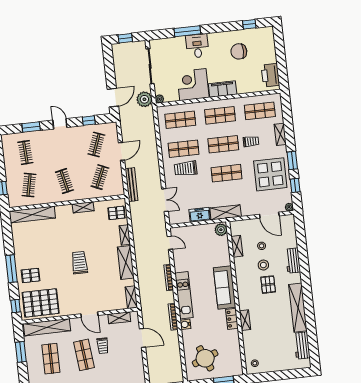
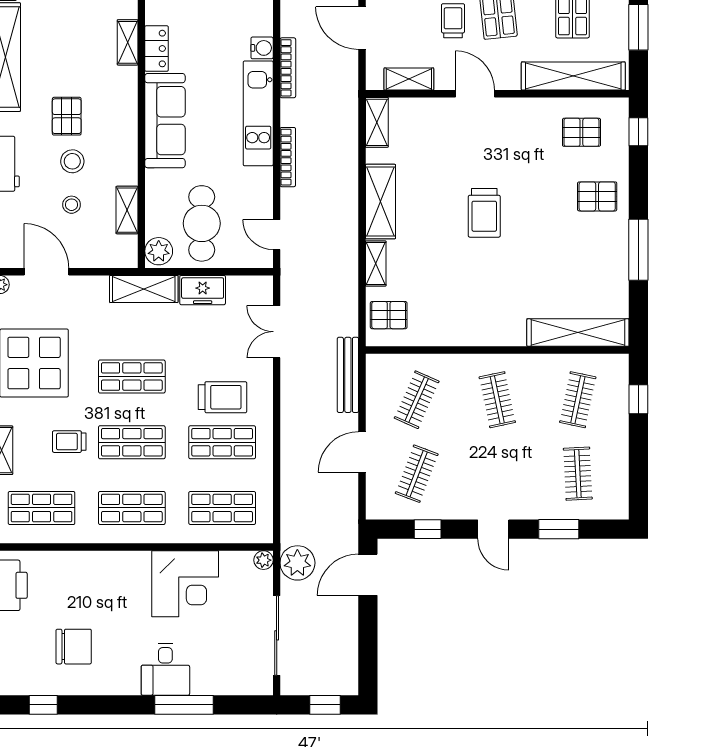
filing cabinet: (223, 89) -> (120, 566), removed
shelving: (83, 207) -> (462, 336), removed
cafe table: (203, 244) -> (202, 223), added
window: (11, 269) -> (638, 250), moved
pallet: (41, 303) -> (581, 132), width x0.49, depth x0.50

